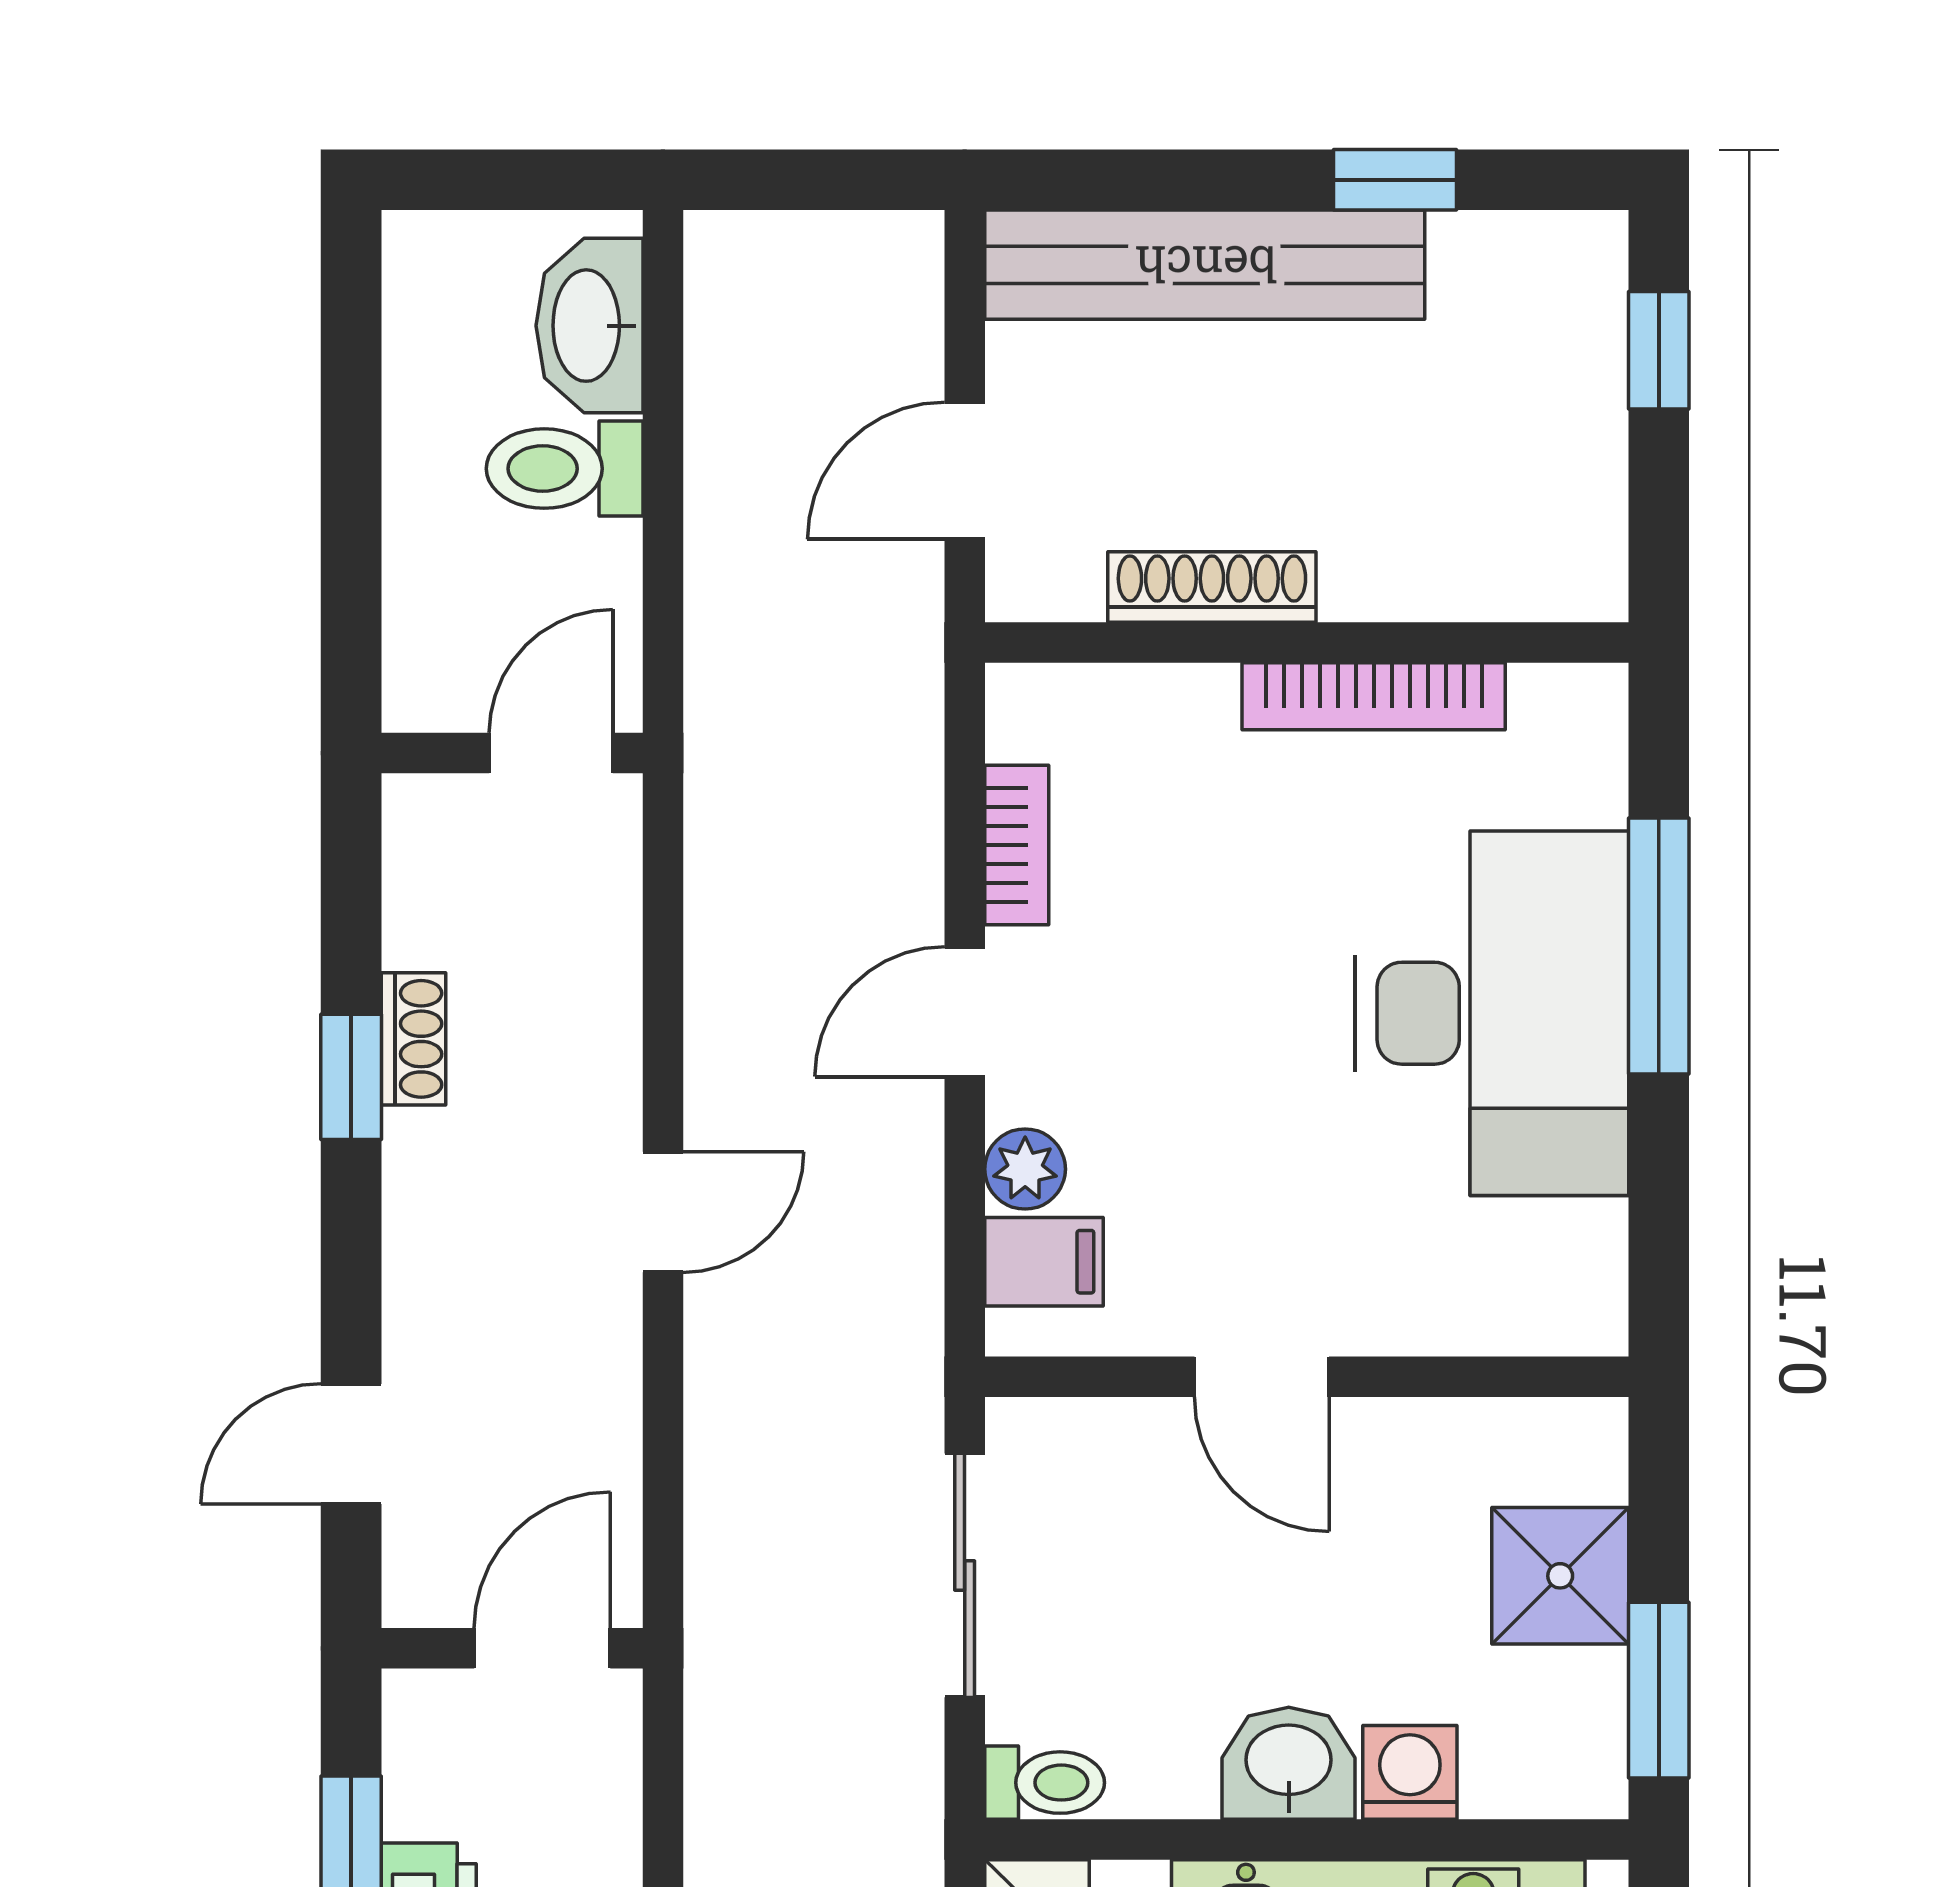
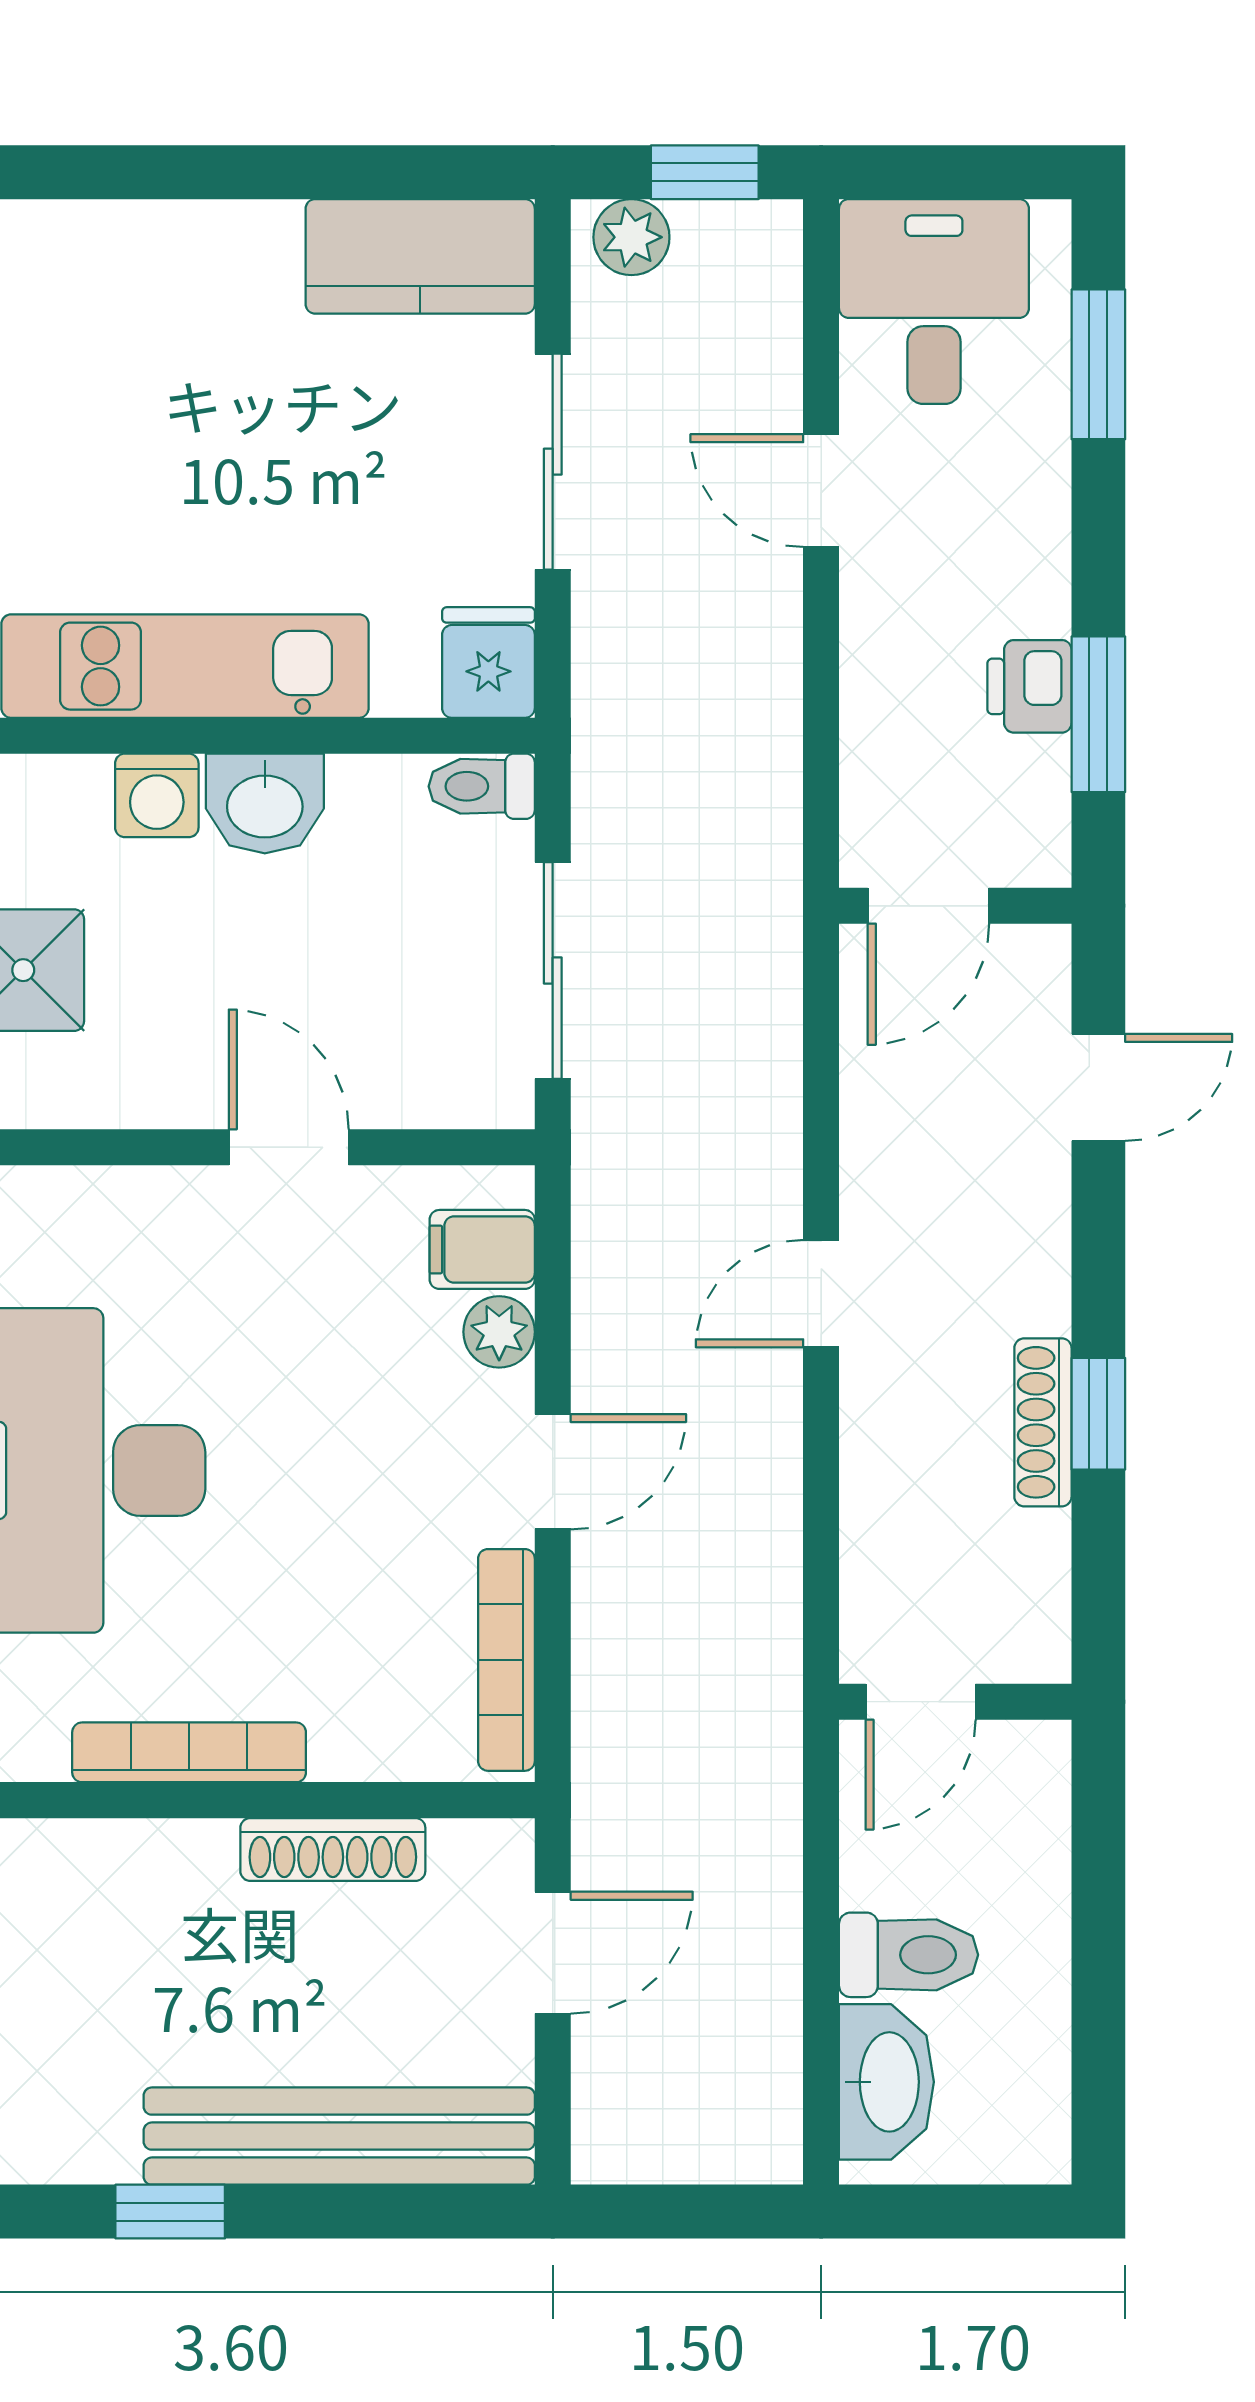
bookcase: (1017, 845) -> (506, 1660), width x1.56
shoe rack: (413, 1039) -> (1043, 1422), width x1.43

